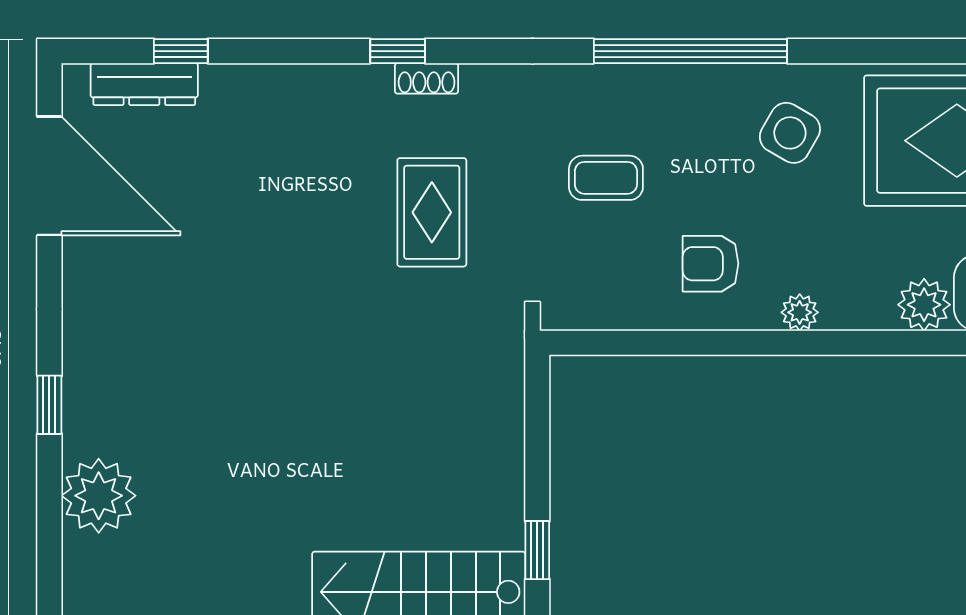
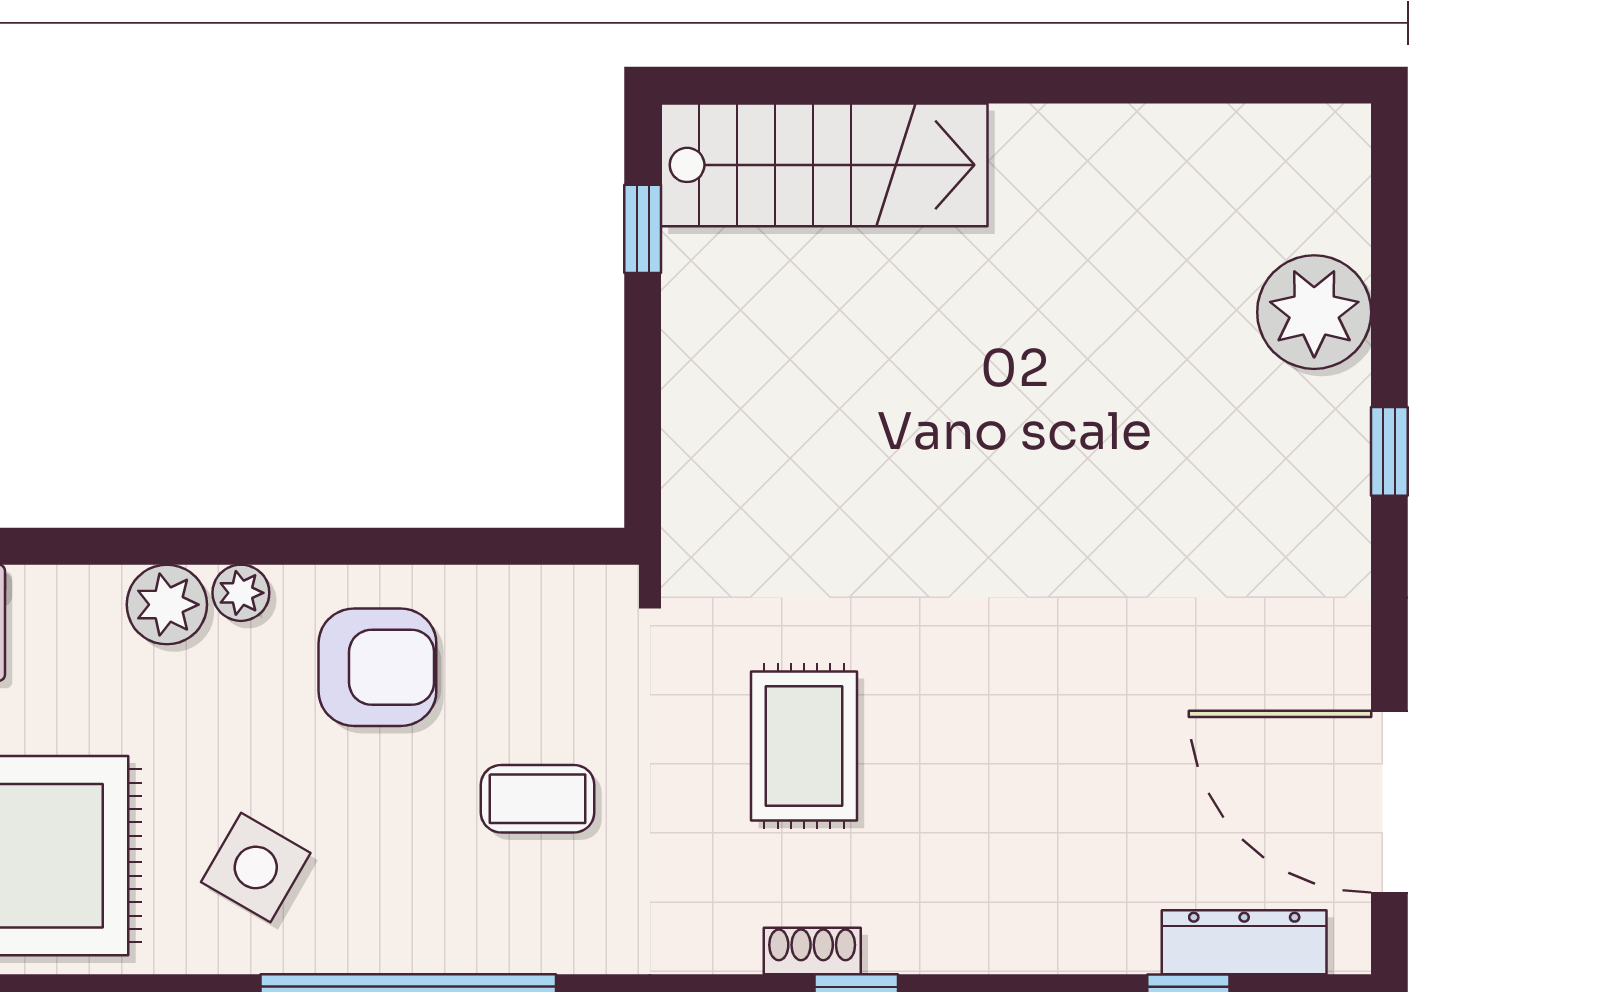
armchair: (711, 264) -> (377, 667), width x1.38, depth x1.38
plant: (924, 305) -> (167, 605), moved

